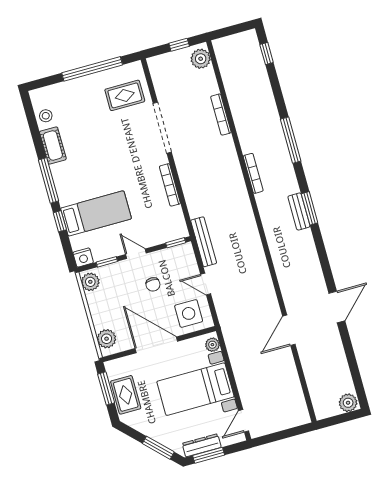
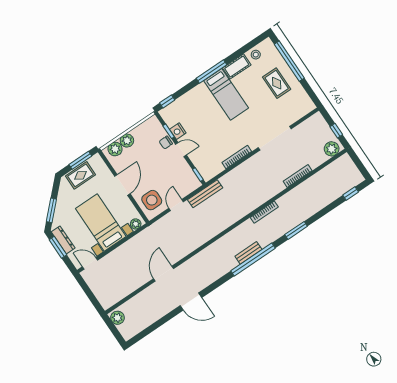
window: (92, 69) -> (289, 61), moved
rug: (125, 95) -> (277, 83), moved
window: (291, 140) -> (296, 230), width x0.69
window: (310, 208) -> (253, 260), width x2.11
bed: (96, 213) -> (226, 94), moved
window: (60, 221) -> (167, 101), moved
door: (136, 254) -> (181, 150), hinge flipped
nightstand: (83, 258) -> (178, 131), moved
plant: (90, 282) -> (127, 141), moved
chair: (153, 284) -> (166, 143), moved
door: (289, 330) -> (164, 274), hinge flipped
door: (156, 345) -> (122, 185), width x0.73
plant: (348, 403) -> (117, 318), moved

